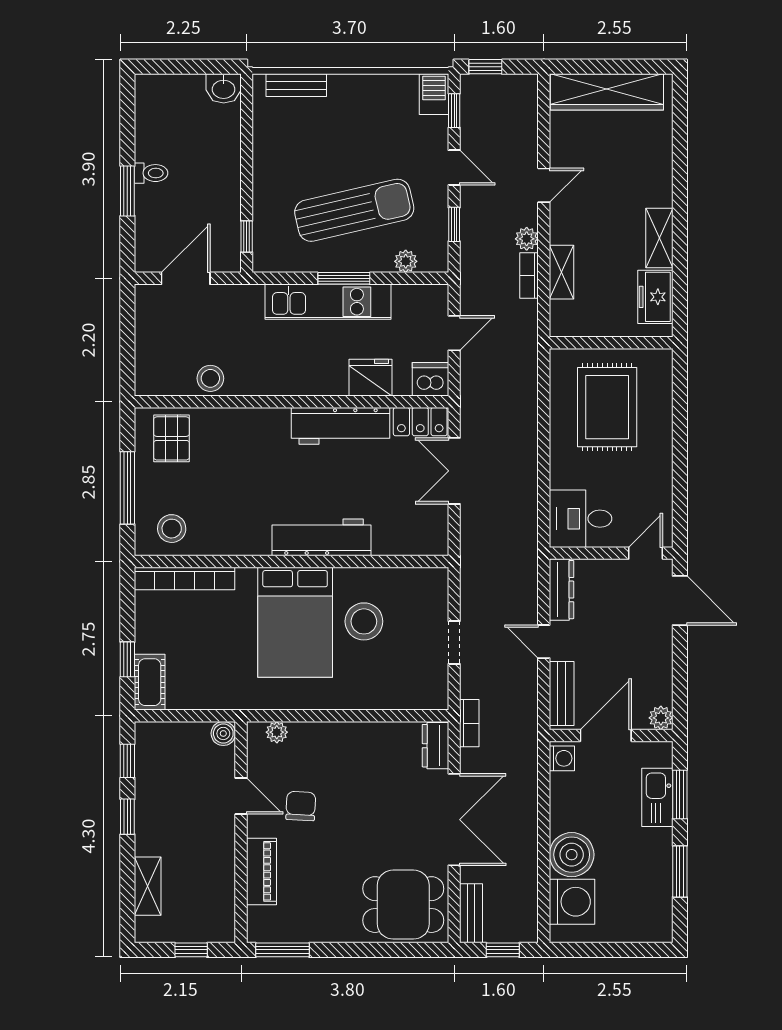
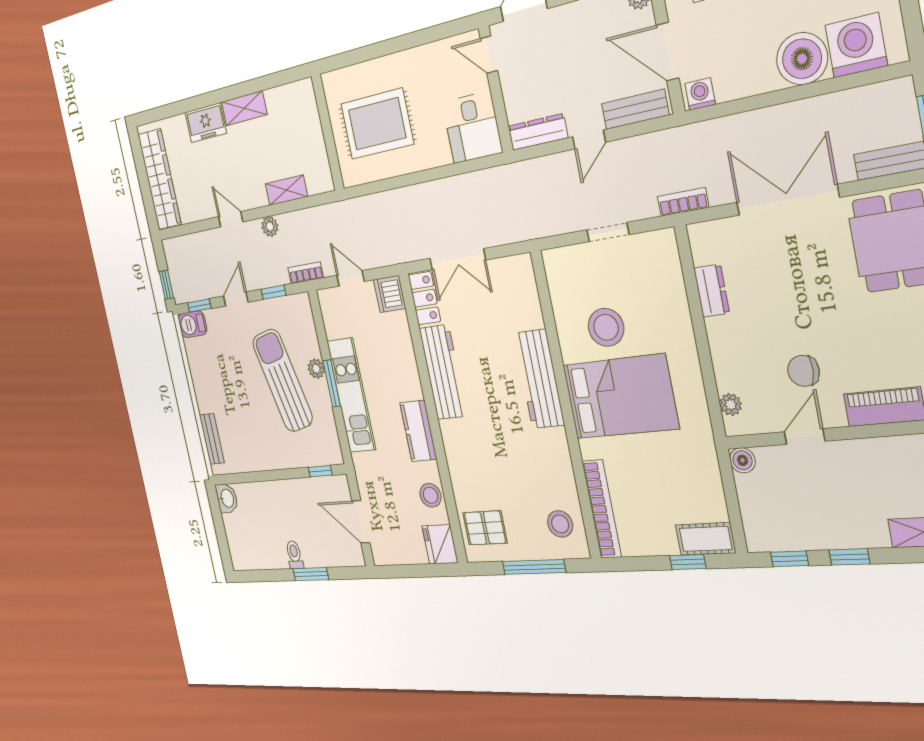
plant: (406, 261) -> (316, 369), moved
bookcase: (529, 275) -> (306, 273), moved, turned 180
freezer: (655, 297) -> (206, 123), moved
fridge: (370, 378) -> (440, 544), moved
kitchen counter: (281, 380) -> (418, 431), added
dresser: (435, 746) -> (712, 291), moved, turned -90

